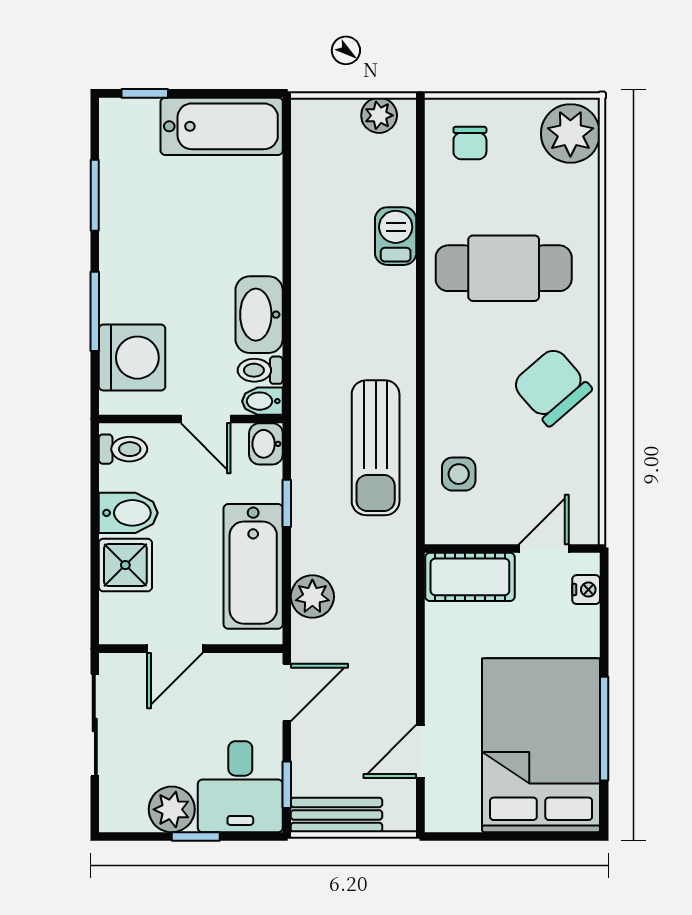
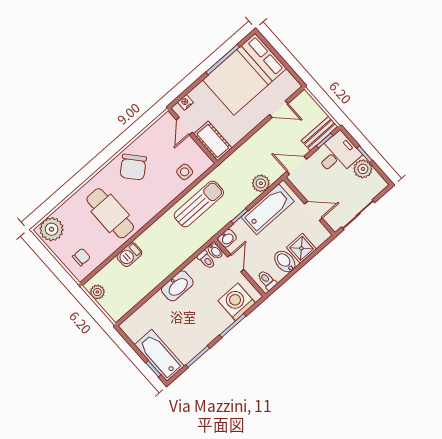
bathtub: (222, 126) -> (159, 355), moved
washbasin: (259, 315) -> (177, 286), moved
door: (544, 548) -> (184, 126), hinge flipped
bench: (337, 815) -> (320, 134), moved, turned 90

